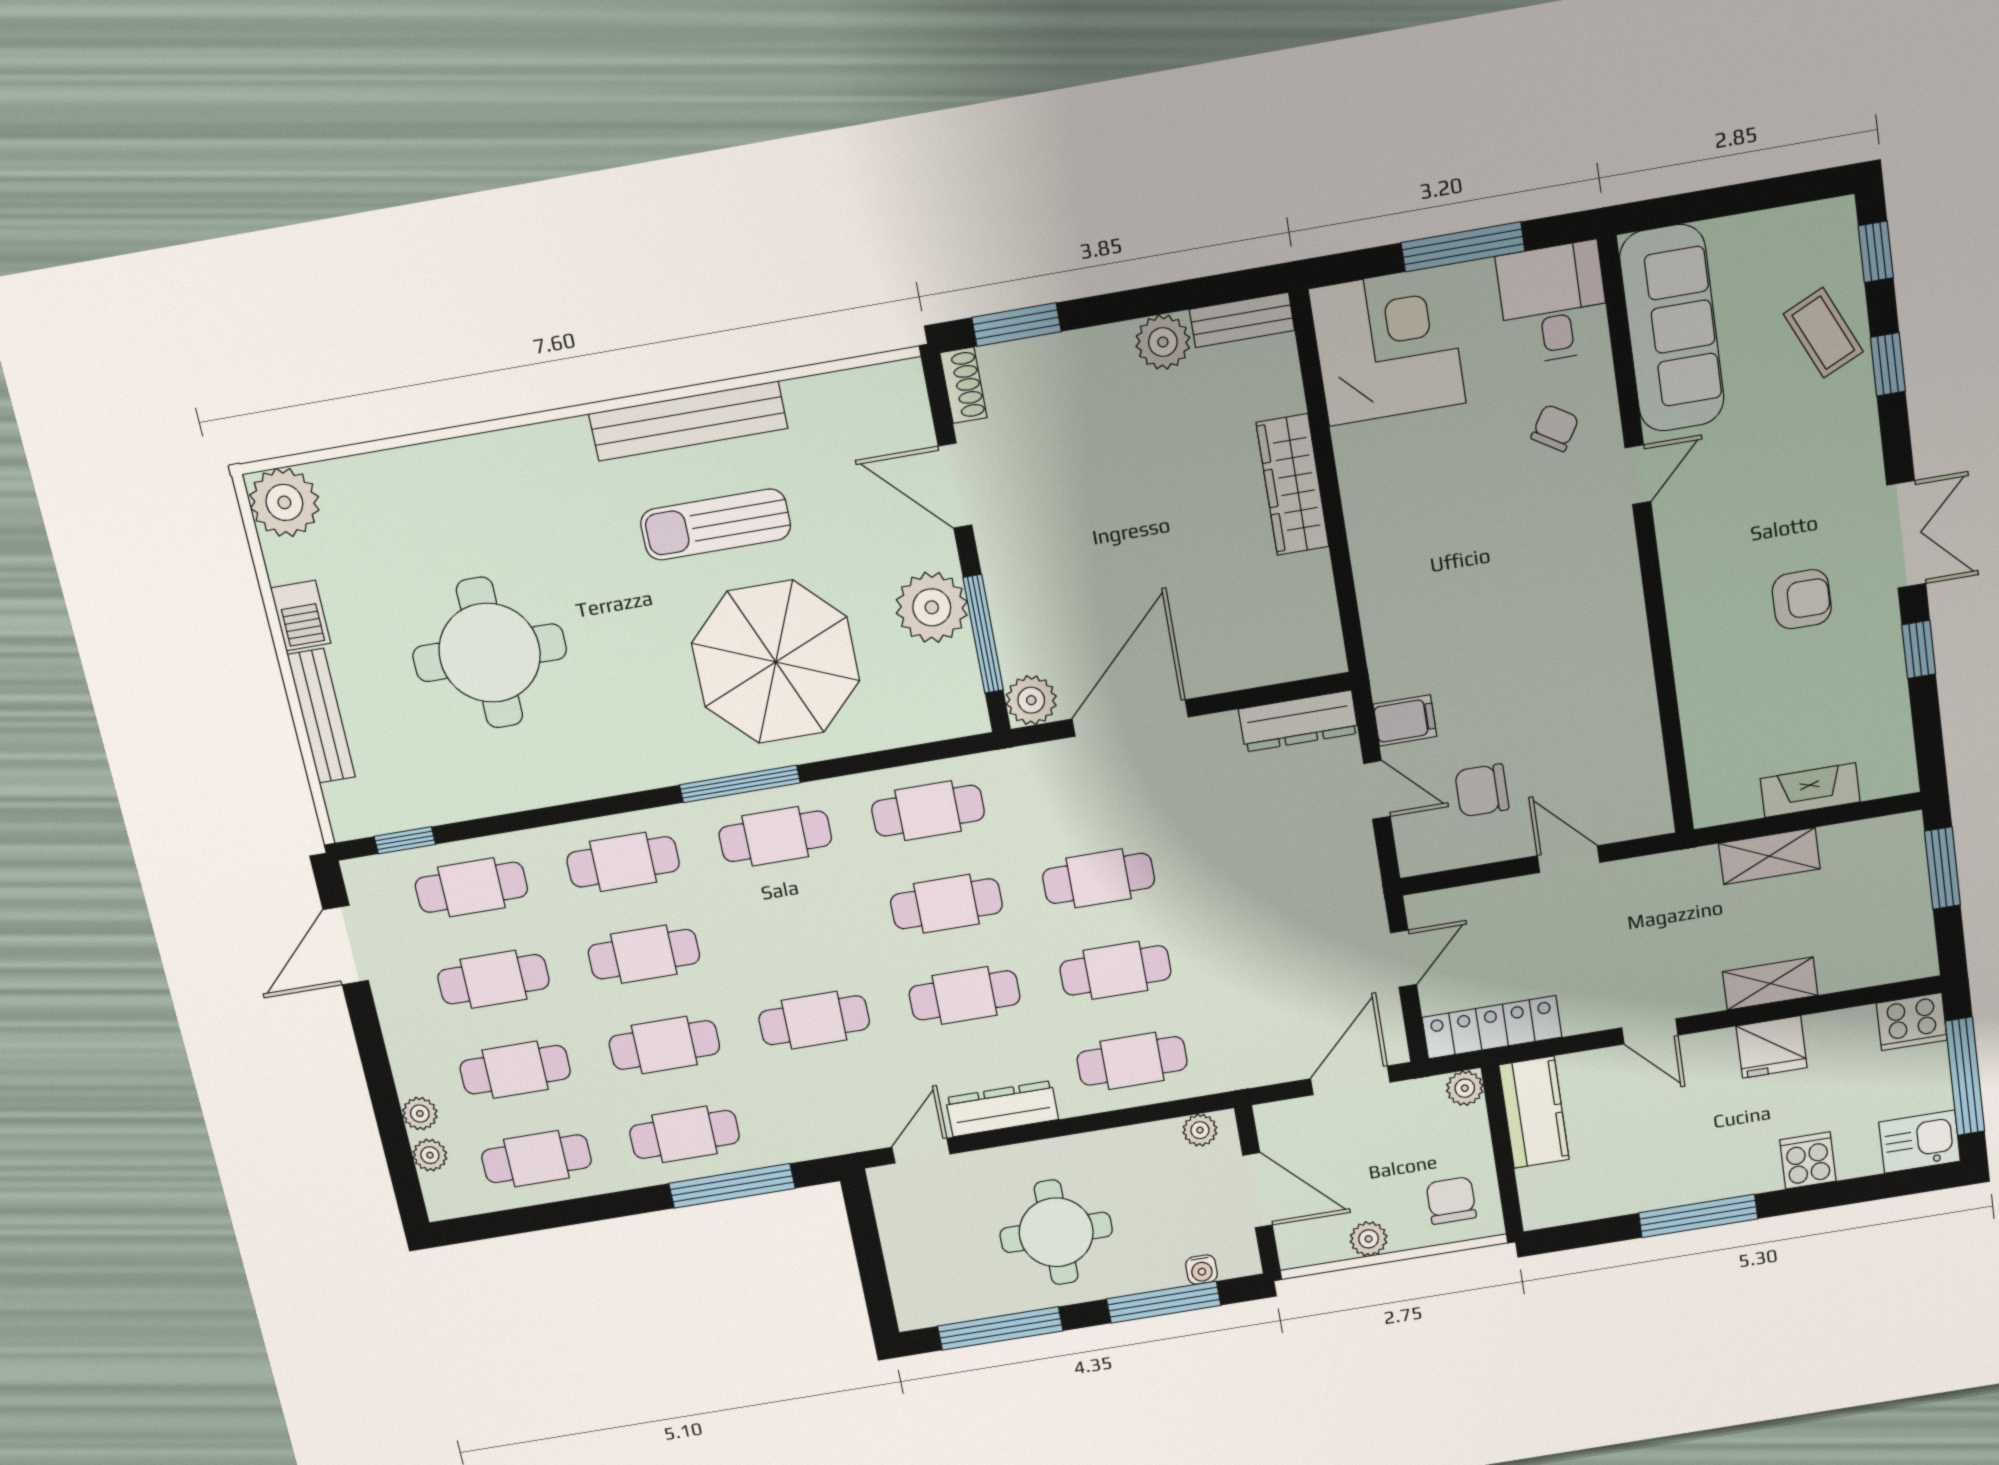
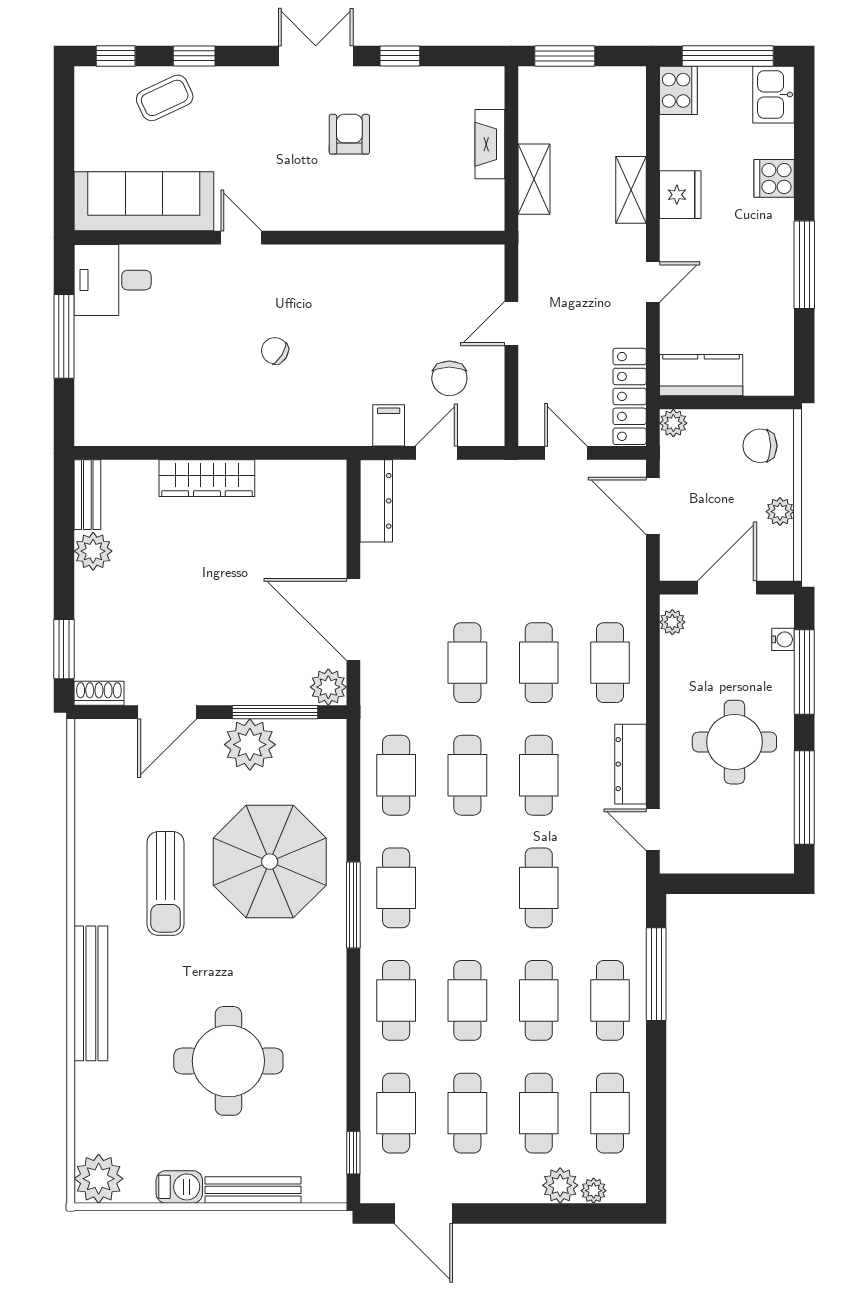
corner desk: (1387, 346) -> (122, 398), removed
bench: (688, 421) -> (91, 993), moved
chair: (1555, 428) -> (275, 351), moved
plant: (420, 1114) -> (560, 1185), width x1.38, depth x1.38

